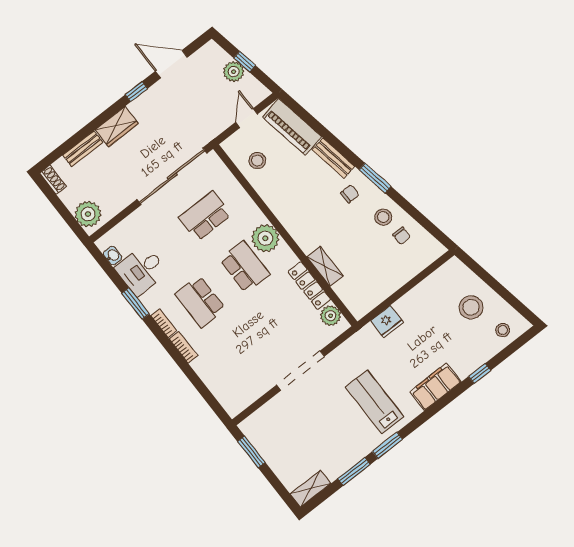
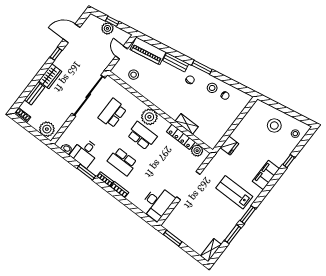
desk: (241, 386) -> (157, 203), added

